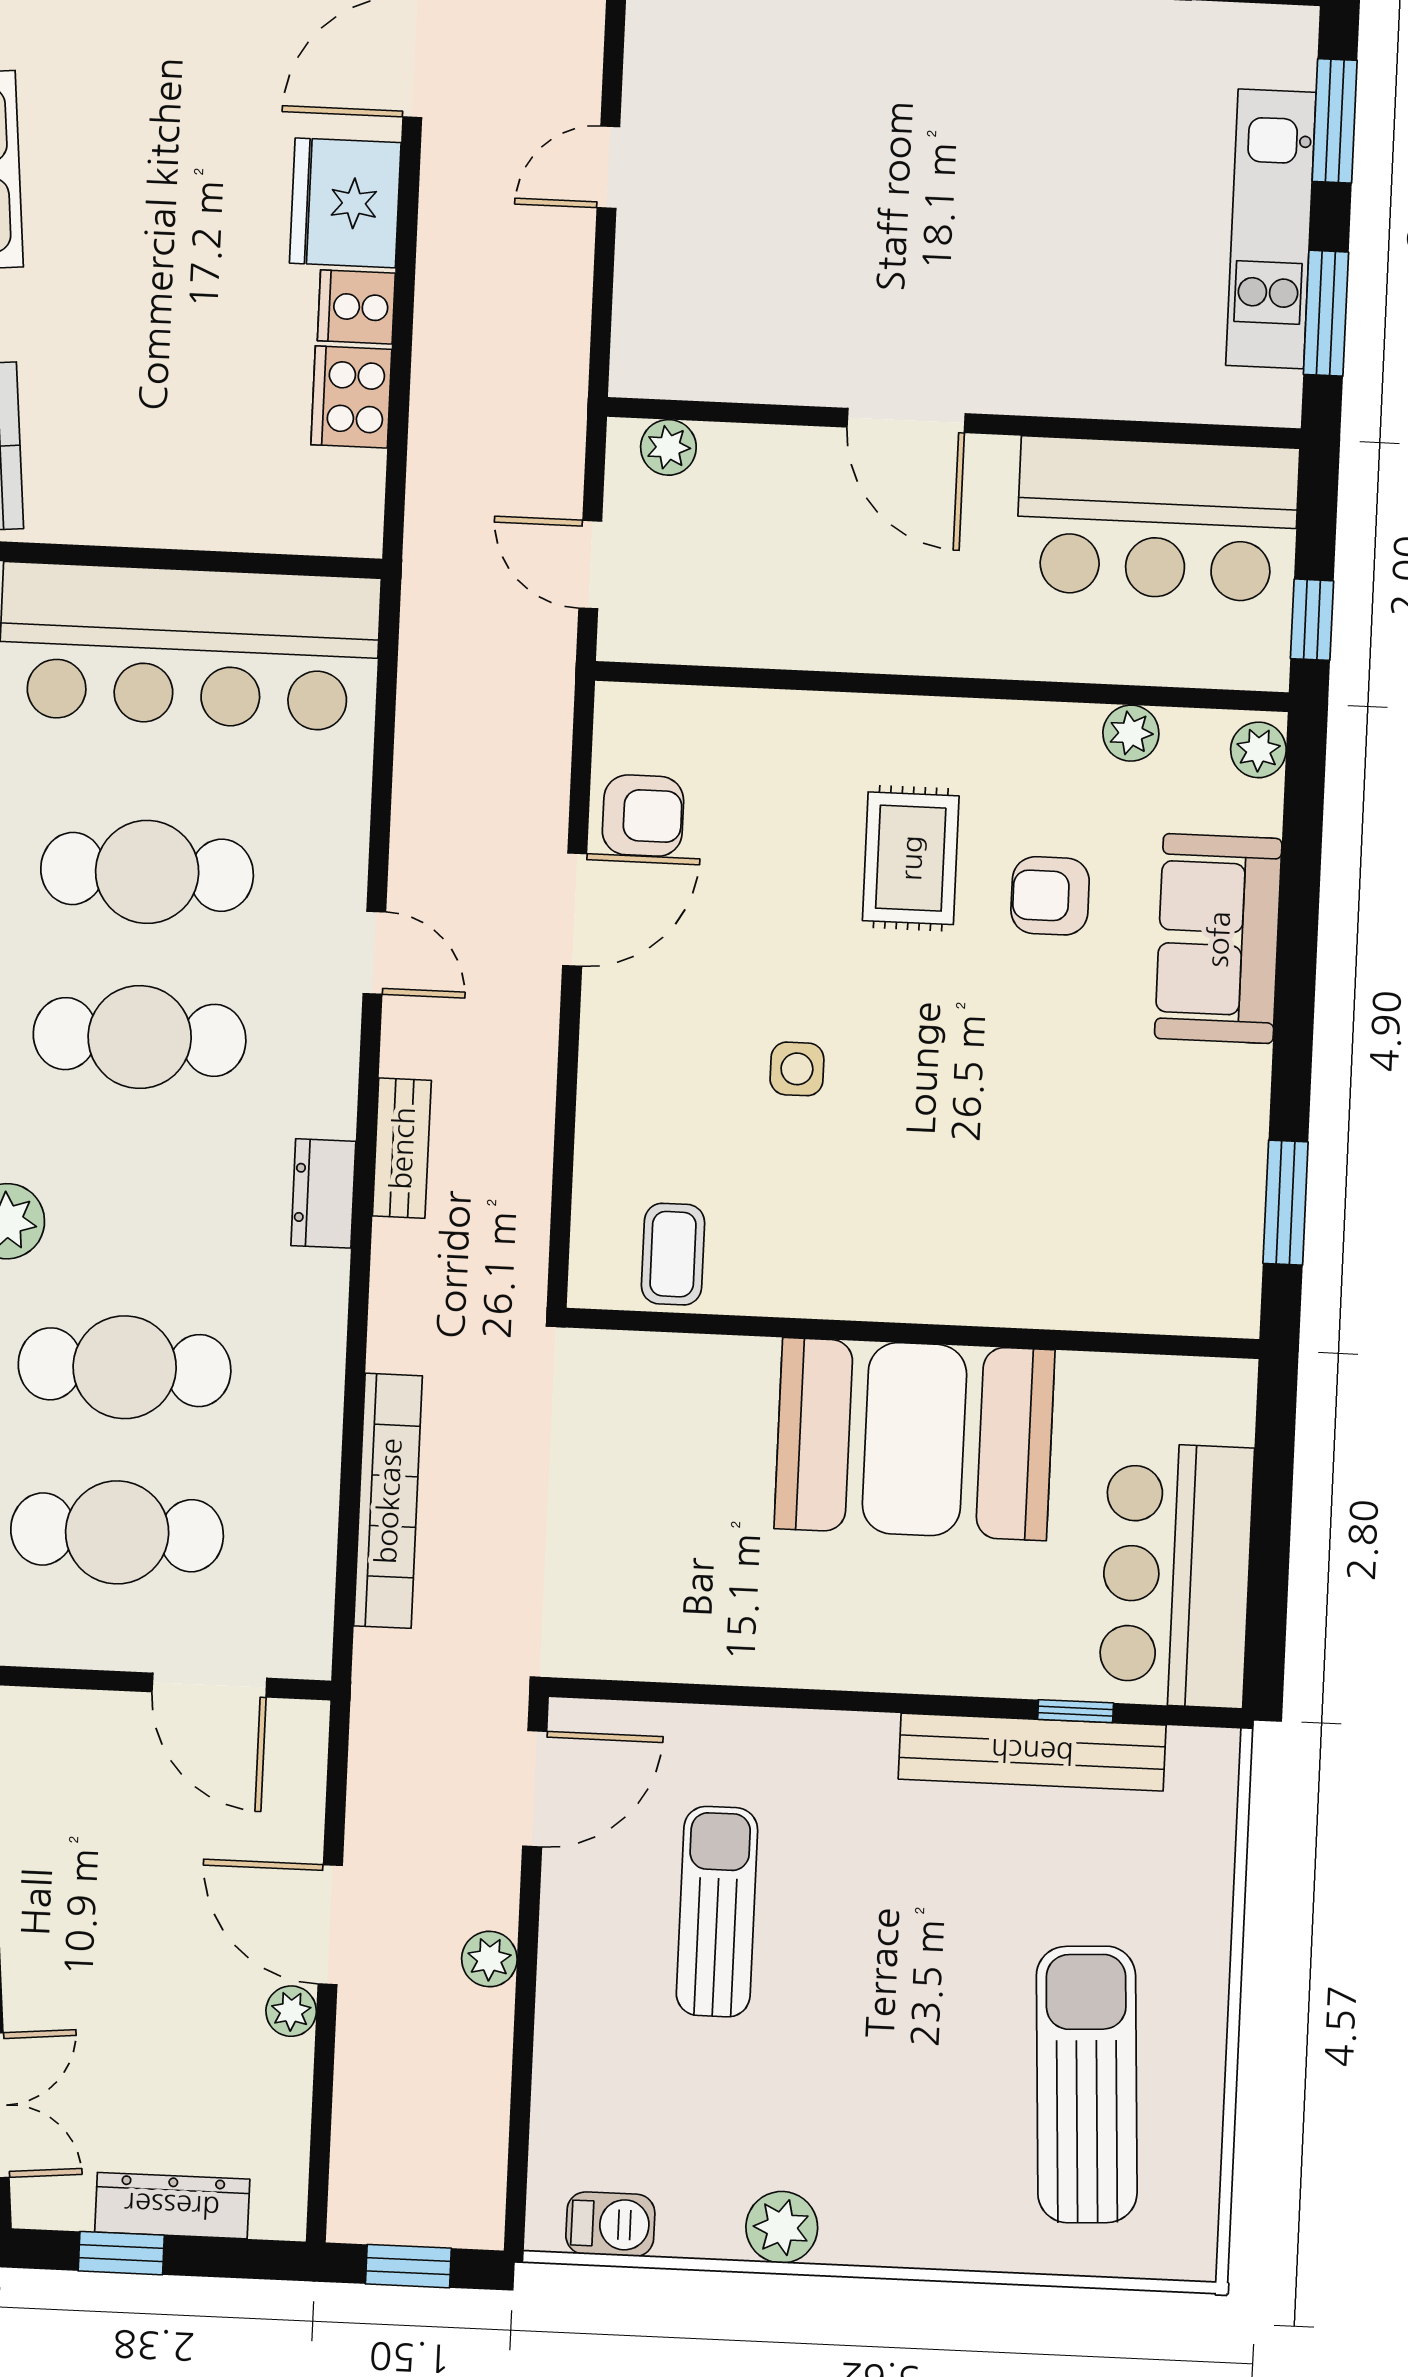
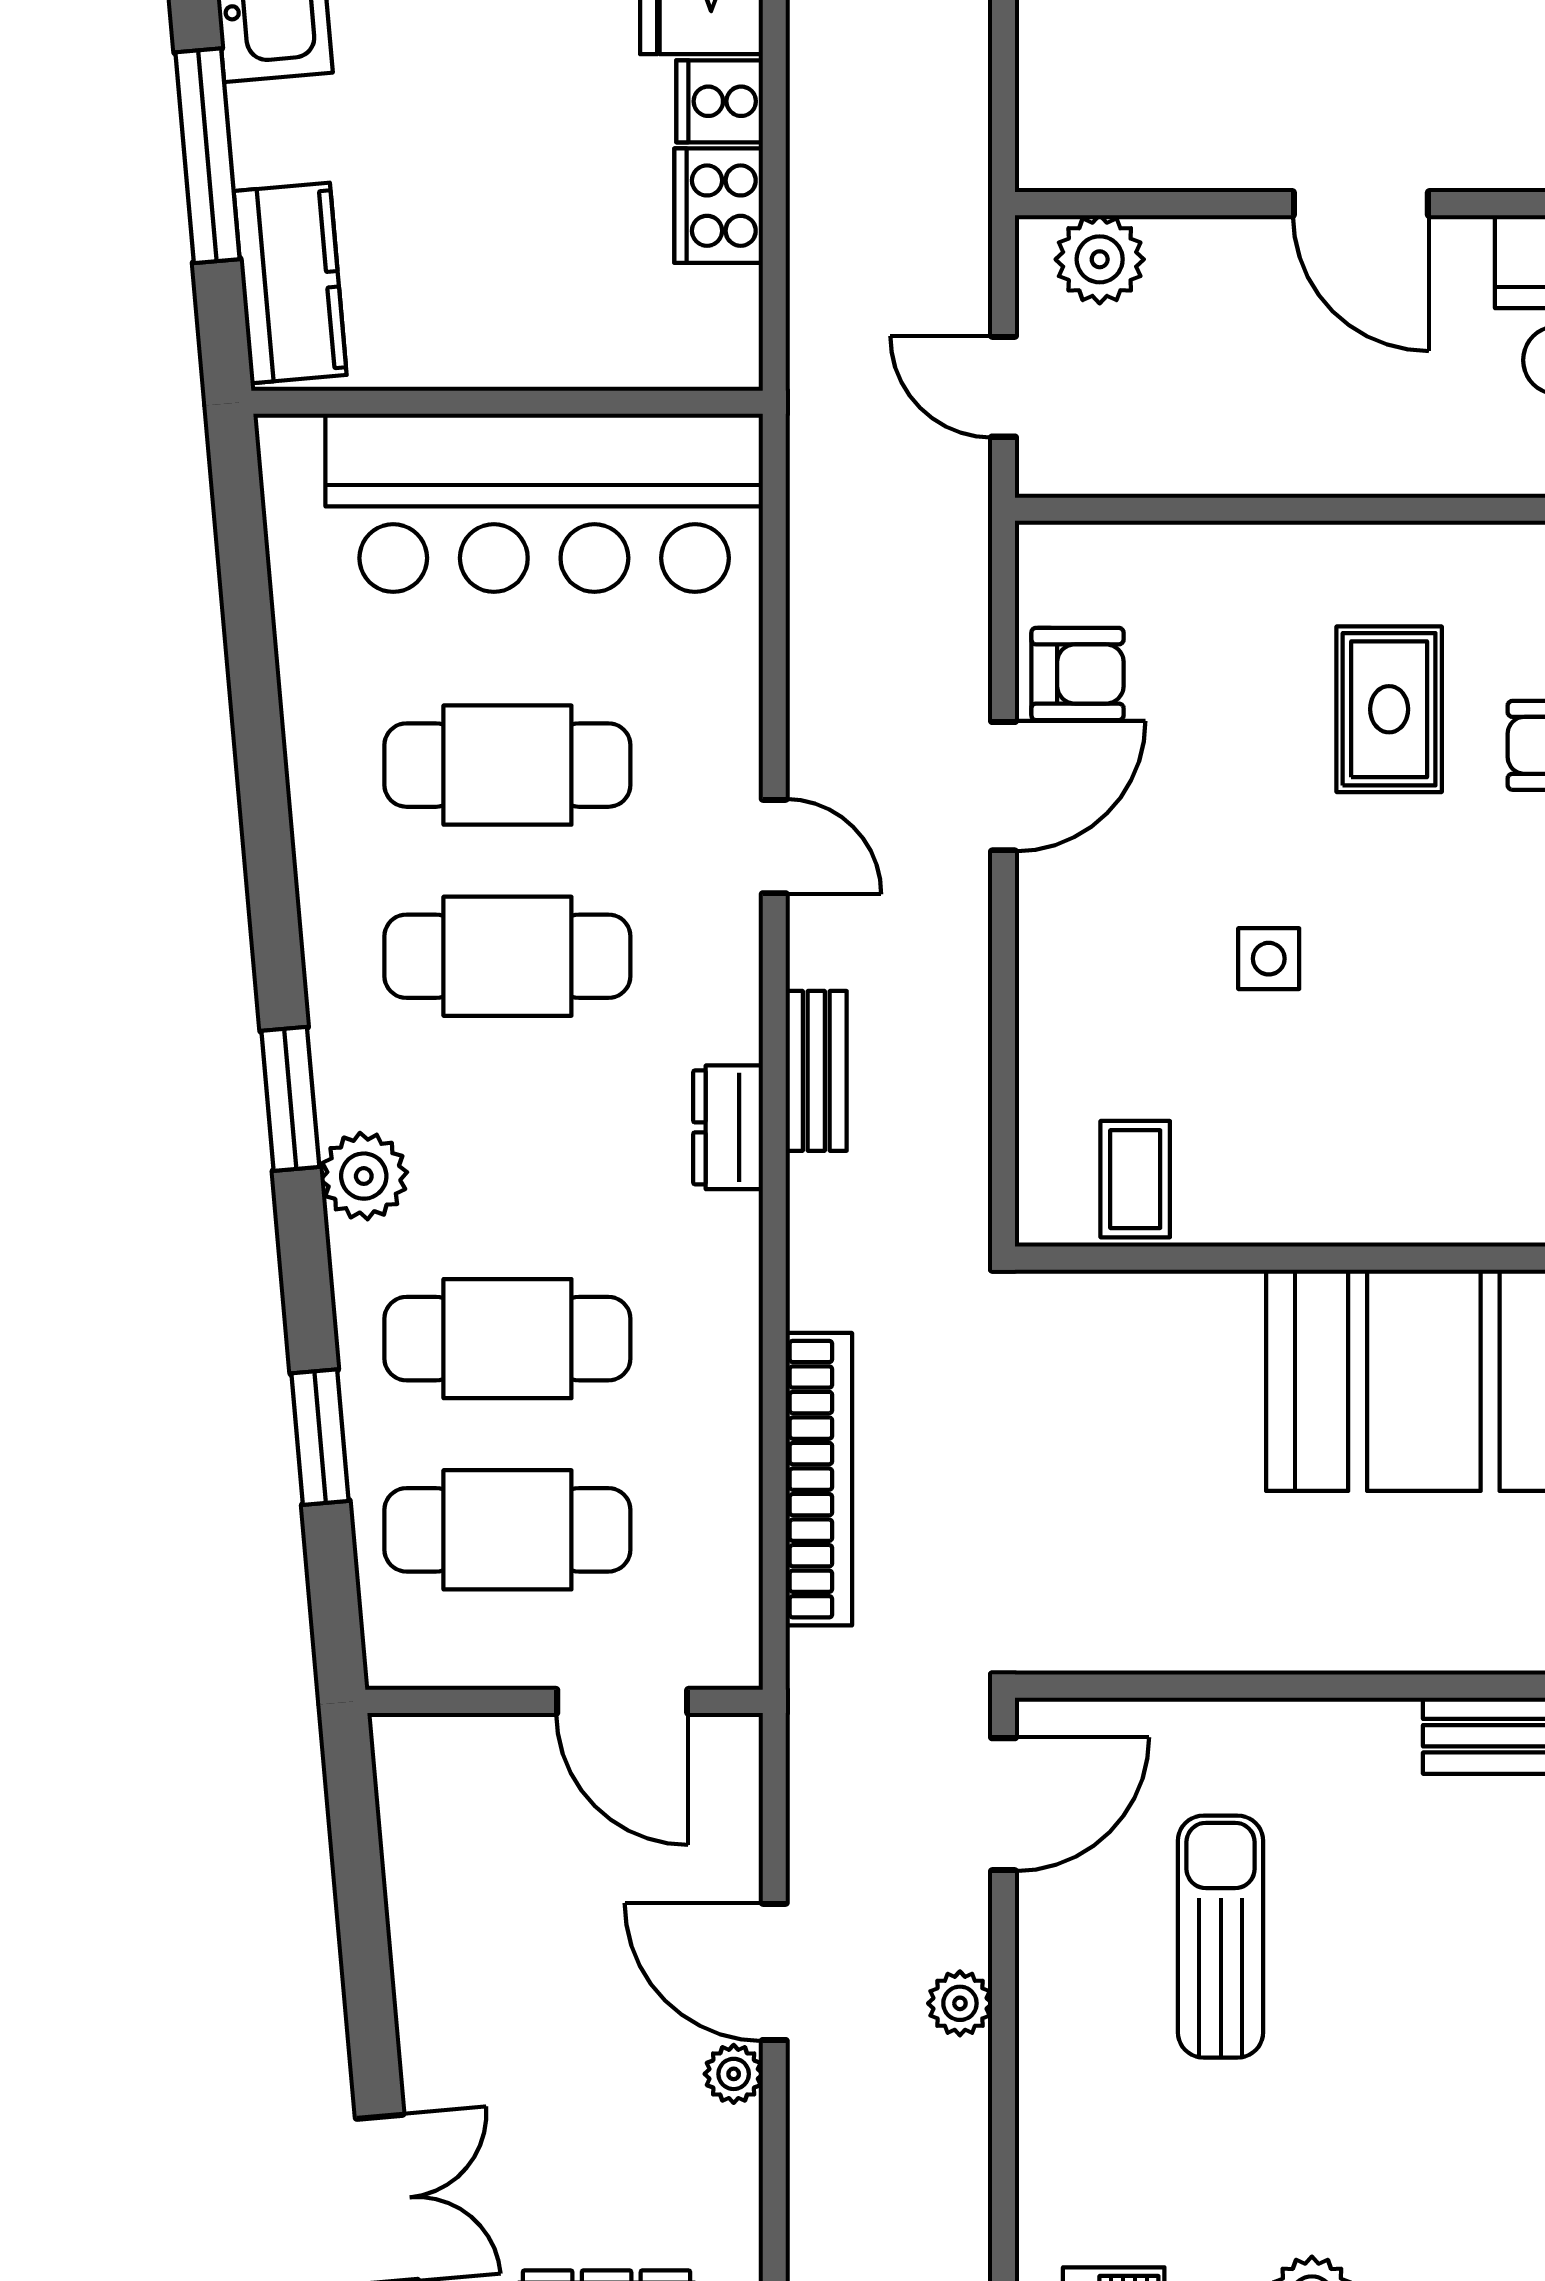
plant: (668, 447) -> (1100, 259), width x1.38, depth x1.38

